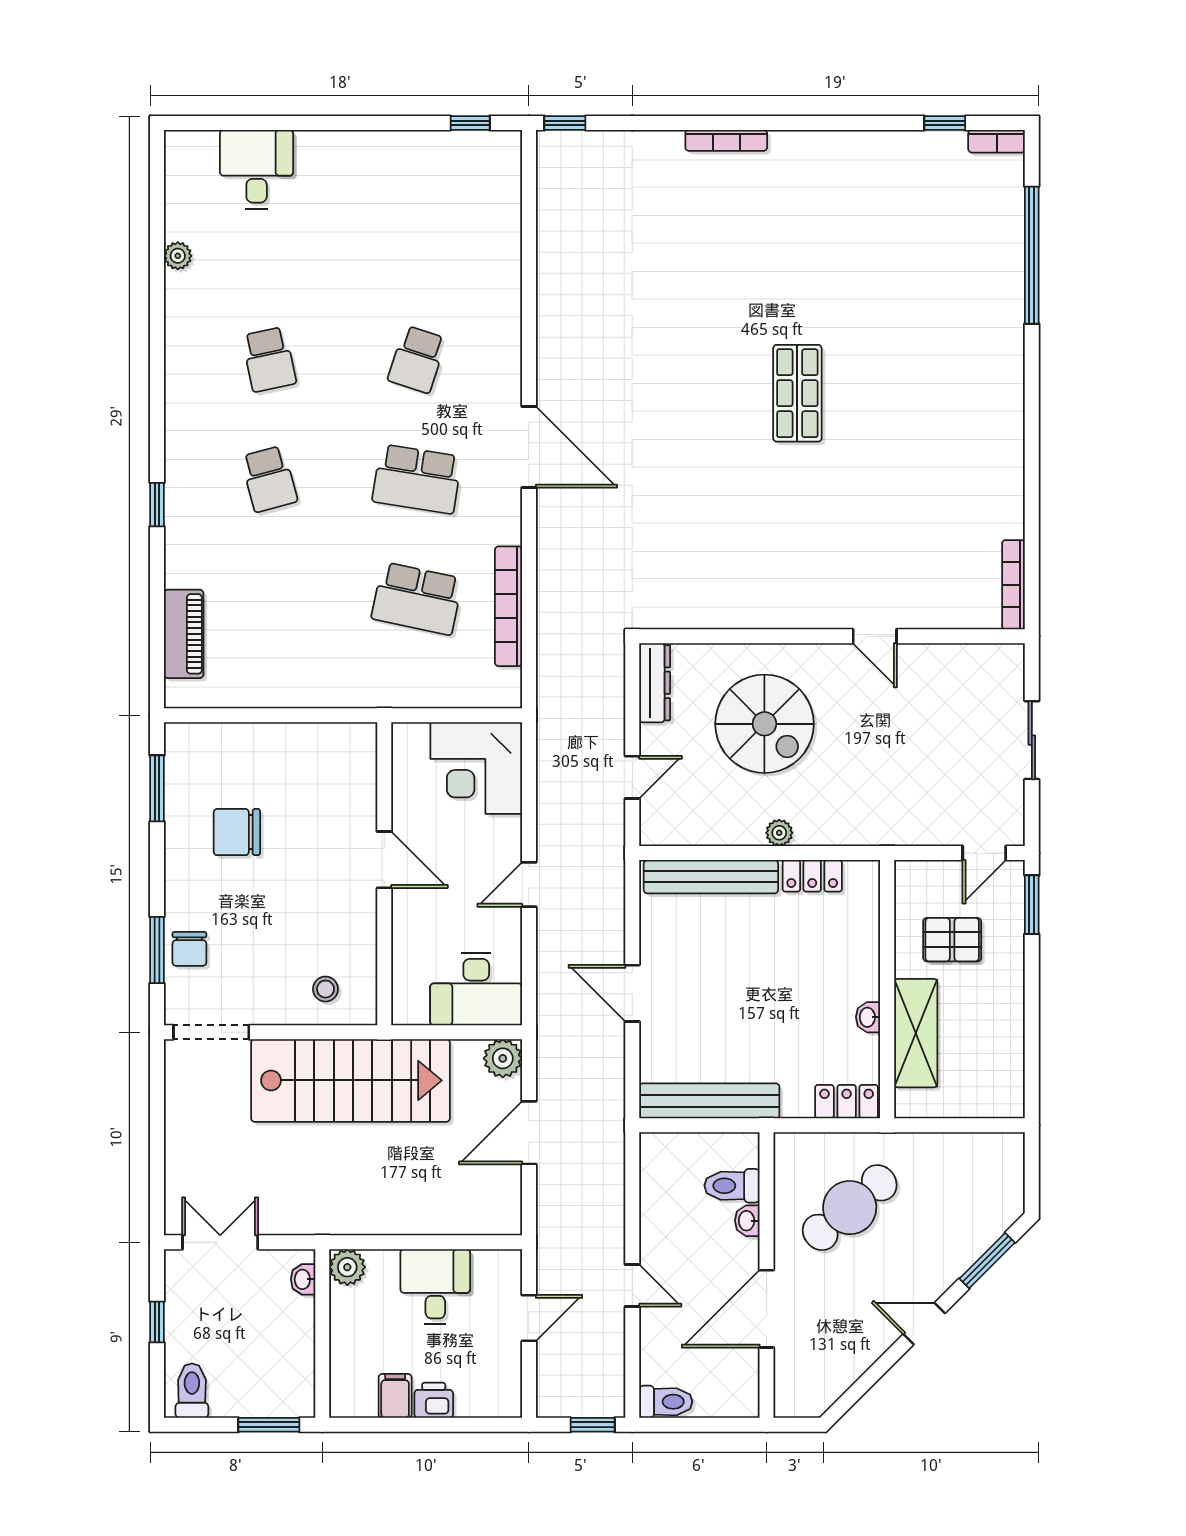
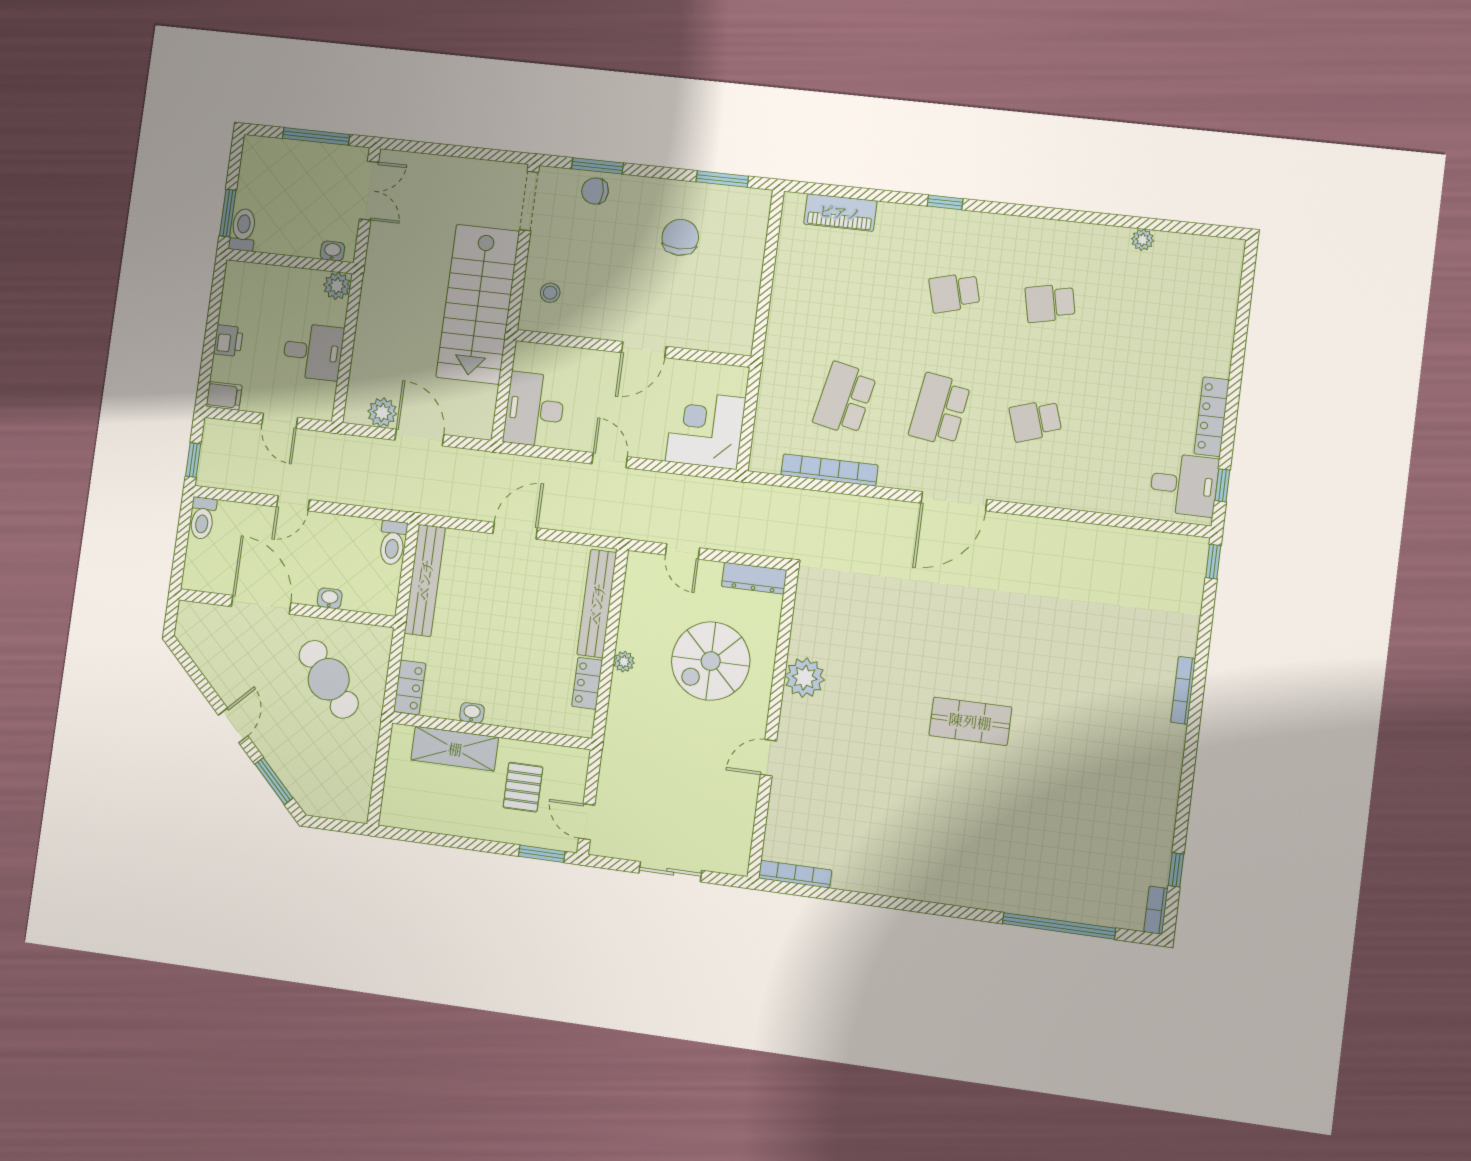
locker: (387, 146) -> (1212, 417), added
desk: (257, 169) -> (1184, 485), moved
school desk: (417, 359) -> (1035, 421), turned -36
plant: (770, 604) -> (805, 678), added
plant: (503, 1058) -> (382, 412), moved
toilet: (732, 1186) -> (393, 543), moved, turned 180
window: (157, 1322) -> (316, 136), width x2.17
toilet: (192, 1391) -> (243, 230), moved, turned -90
filing cabinet: (395, 1396) -> (224, 396), moved

